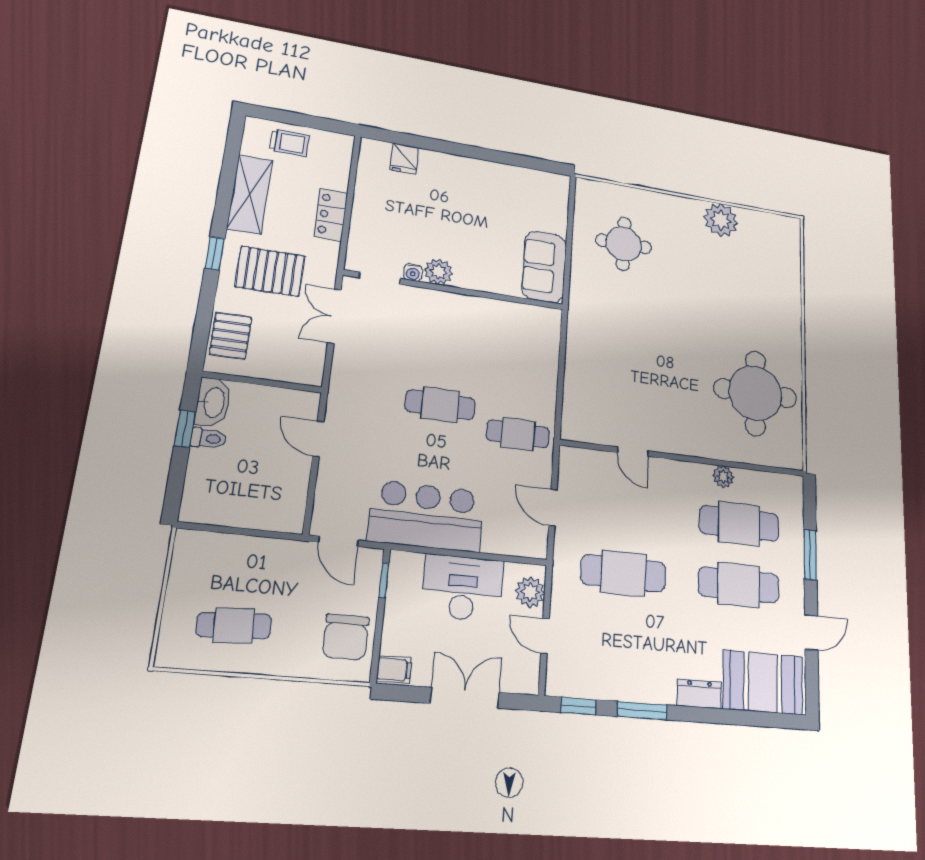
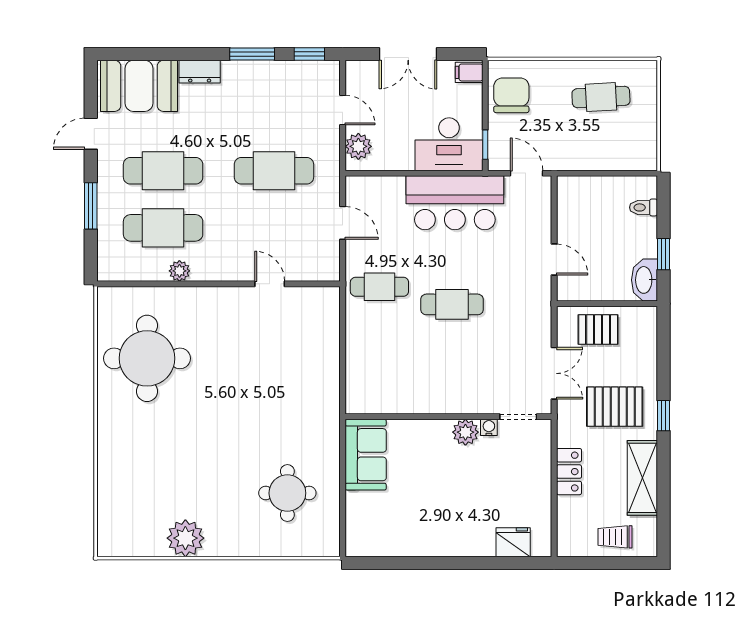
fridge: (405, 159) -> (513, 542), width x1.38
pallet: (231, 336) -> (598, 330), moved, turned 90
toilet: (209, 438) -> (643, 207), moved
desk: (463, 588) -> (449, 144), moved

